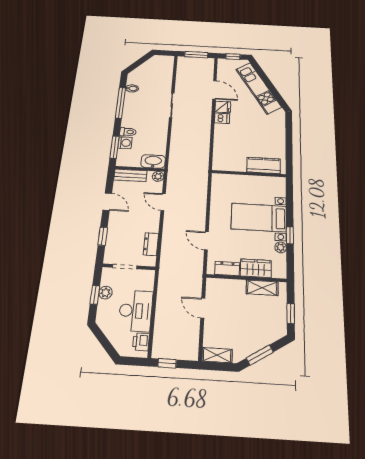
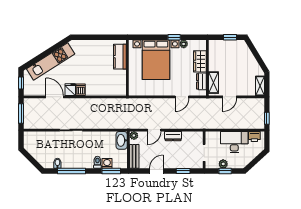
door: (214, 90) -> (55, 97), hinge flipped
bed with nightstands: (259, 218) -> (156, 60), width x1.36
dresser: (151, 244) -> (173, 136), moved
shelving: (262, 288) -> (213, 83), moved
window: (260, 355) -> (258, 58), removed

